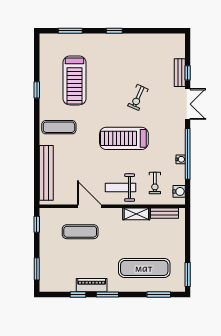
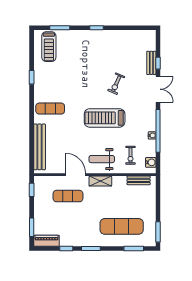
treadmill: (74, 80) -> (49, 47), moved, width x0.73, depth x0.73
shelving: (136, 214) -> (100, 181), moved
piano: (92, 285) -> (47, 241), moved

